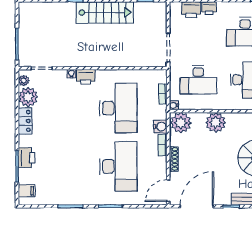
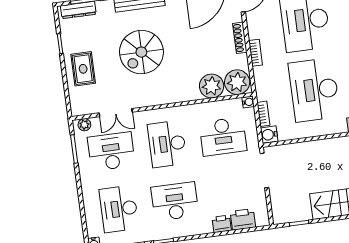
desk: (198, 80) -> (223, 136), turned 180
plant: (216, 122) -> (212, 86), moved
water cooler: (160, 127) -> (269, 135), moved

